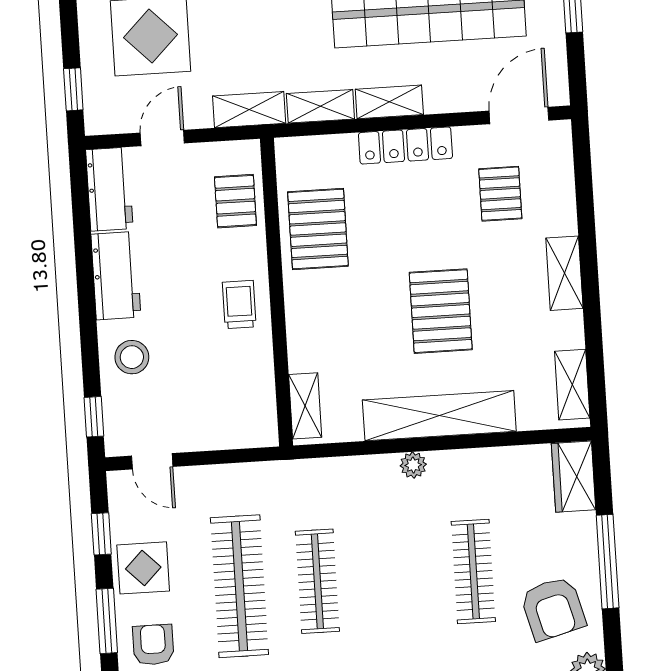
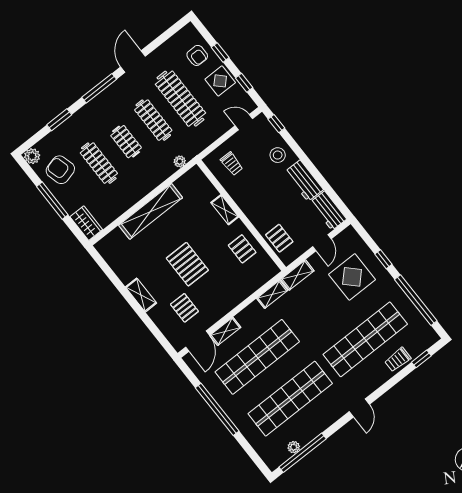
window: (73, 89) -> (383, 259), moved
shelving: (389, 102) -> (225, 331), moved
locker: (405, 146) -> (231, 301), removed
pallet: (318, 229) -> (242, 249), width x0.67, depth x0.71
trolley: (239, 305) -> (232, 164), moved
pallet: (441, 311) -> (187, 264), moved
shelving: (572, 385) -> (110, 256), removed
shelving: (305, 406) -> (225, 210), moved
plant: (413, 465) -> (180, 161), moved
clothes rail: (395, 576) -> (126, 142), added
window: (107, 621) -> (220, 52), width x0.67

